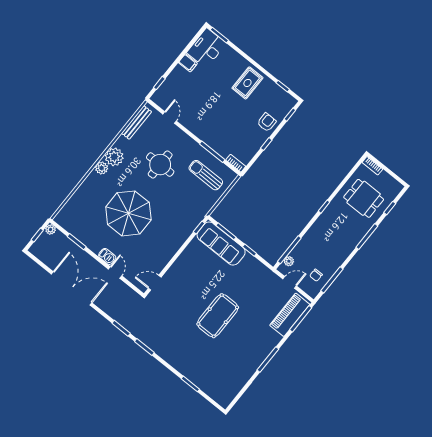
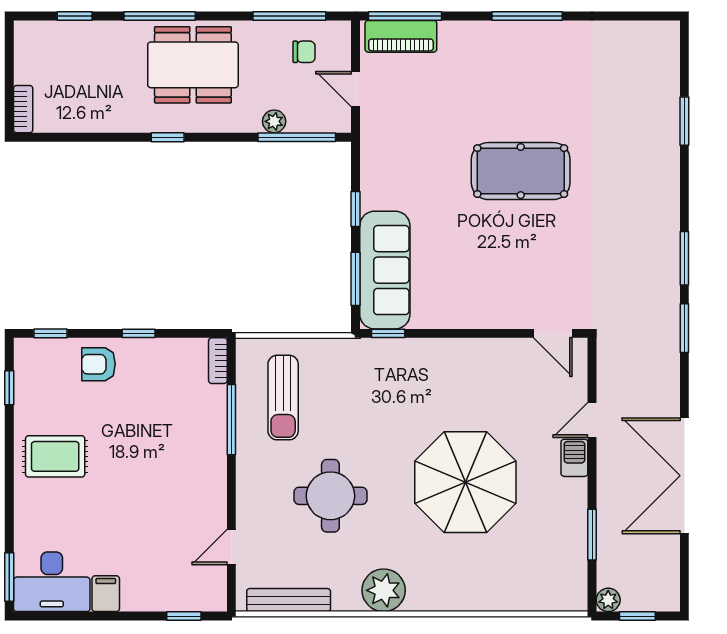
plant: (102, 168) -> (422, 597), removed
dining table: (364, 198) -> (193, 65), moved, width x1.38
plant: (289, 261) -> (274, 121), moved
piano: (290, 315) -> (401, 36), width x0.73, depth x0.75

